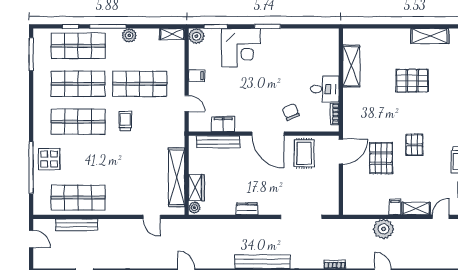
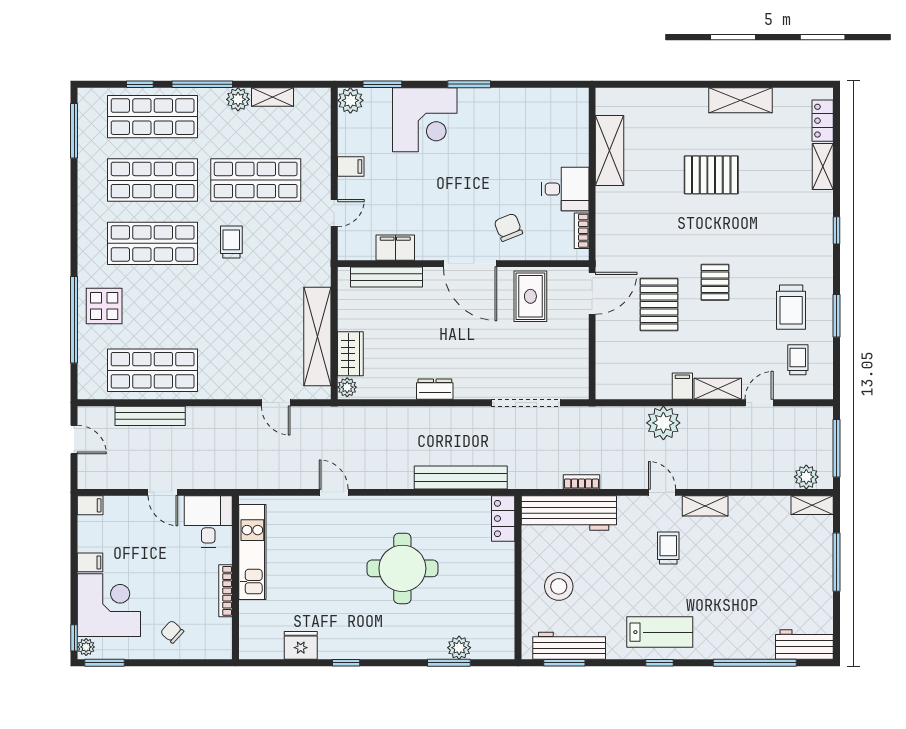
shelving: (172, 34) -> (272, 97), moved
door: (187, 104) -> (334, 213), hinge flipped

